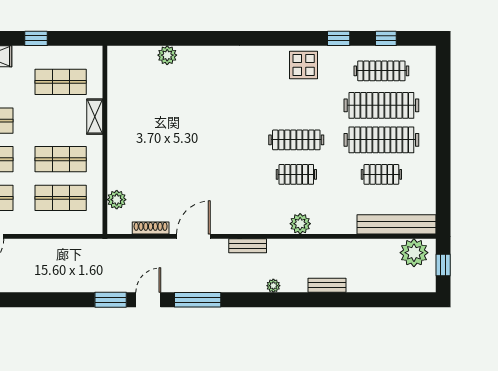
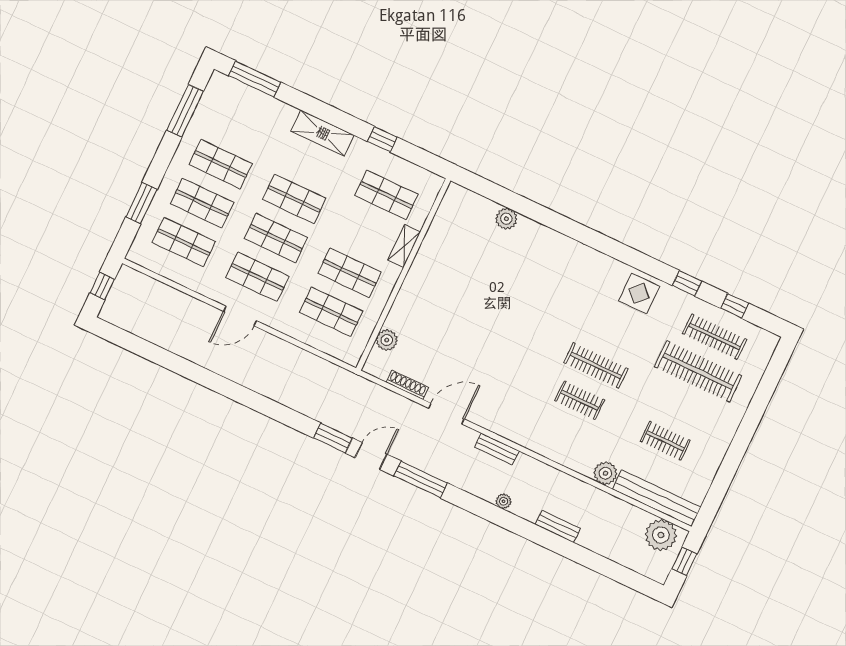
clothes rail: (381, 140) -> (682, 406), removed
plant: (300, 224) -> (605, 473), moved

